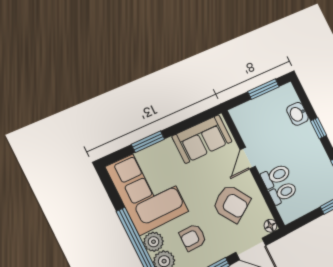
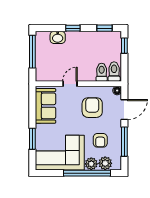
window: (264, 89) -> (32, 52), width x1.44
door: (248, 158) -> (70, 84), swing flipped
toilet: (276, 176) -> (114, 72), moved
armchair: (232, 204) -> (92, 108), turned -57

